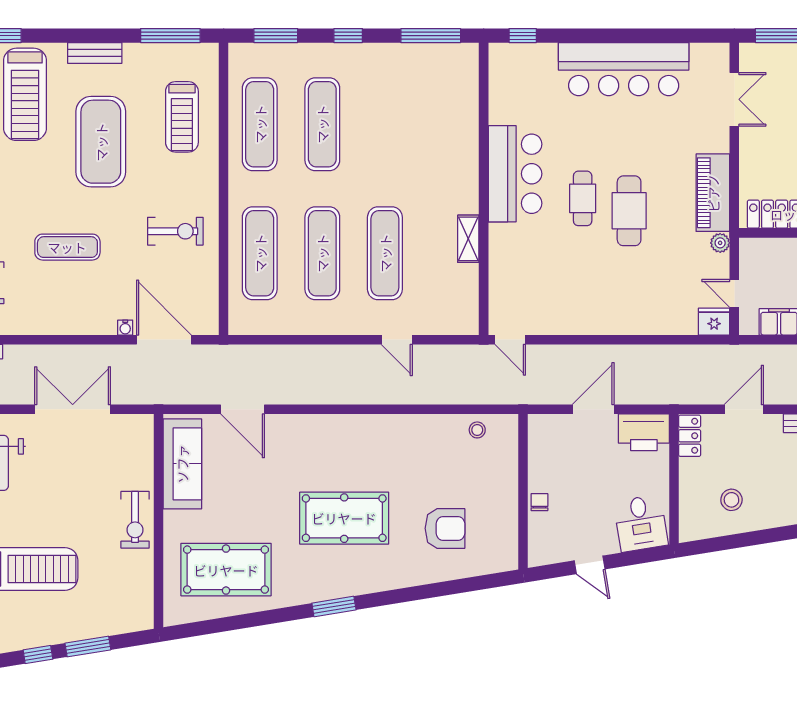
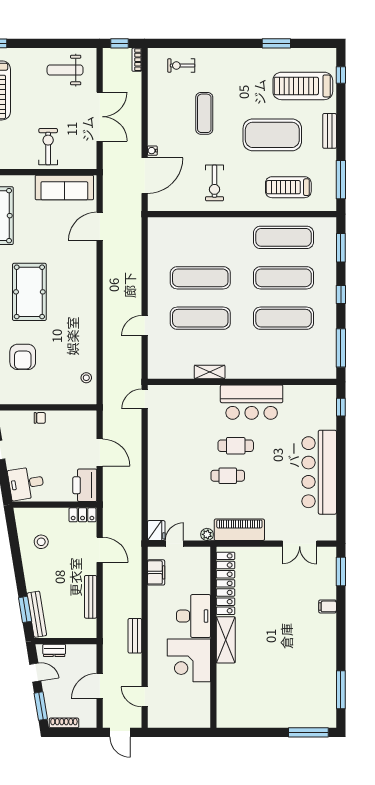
cafe table: (629, 211) -> (228, 476), width x0.73, depth x0.74
exercise mat: (260, 253) -> (284, 318), moved
exercise bike: (135, 520) -> (48, 147), moved, turned 90

